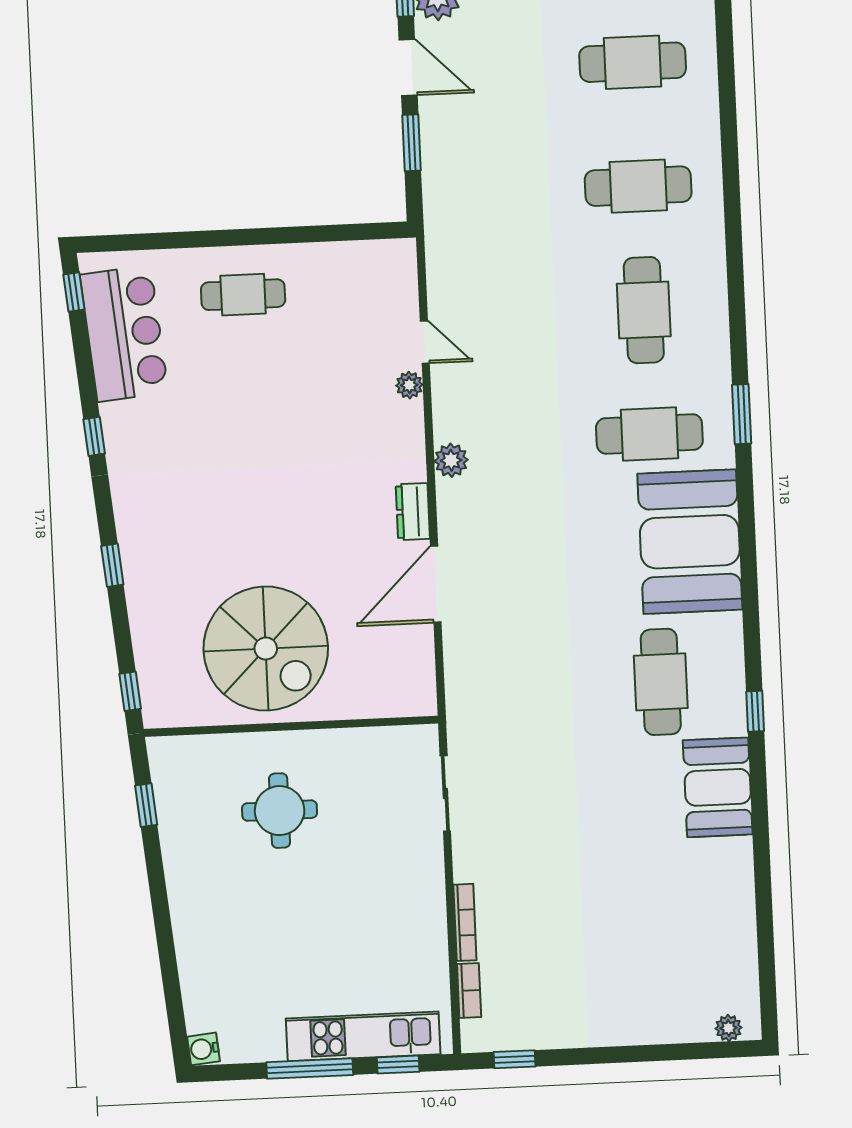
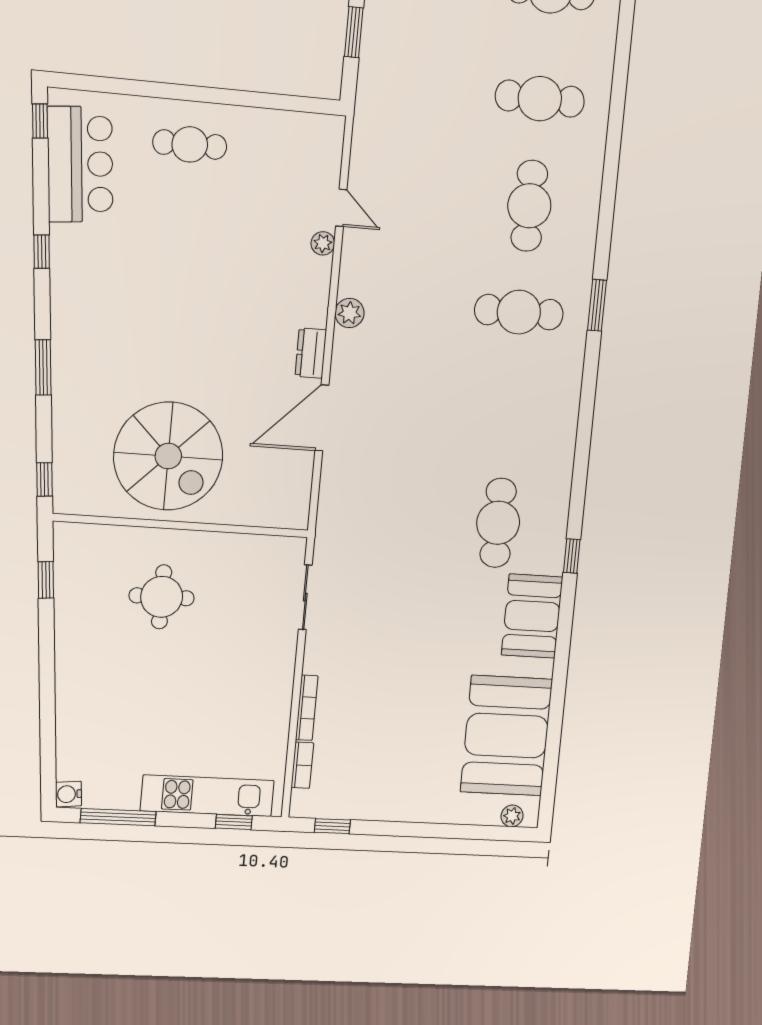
booth: (690, 542) -> (506, 735), moved
window: (112, 565) -> (43, 367), width x1.50
window: (310, 1069) -> (118, 817), moved

